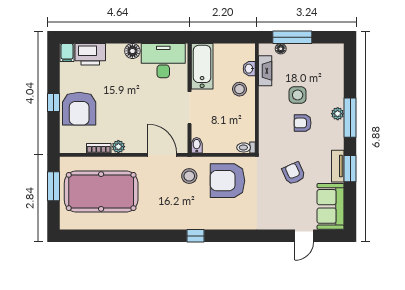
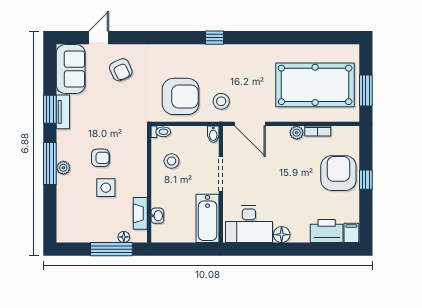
stool: (239, 89) -> (172, 161), moved
armchair: (294, 173) -> (121, 70), moved

